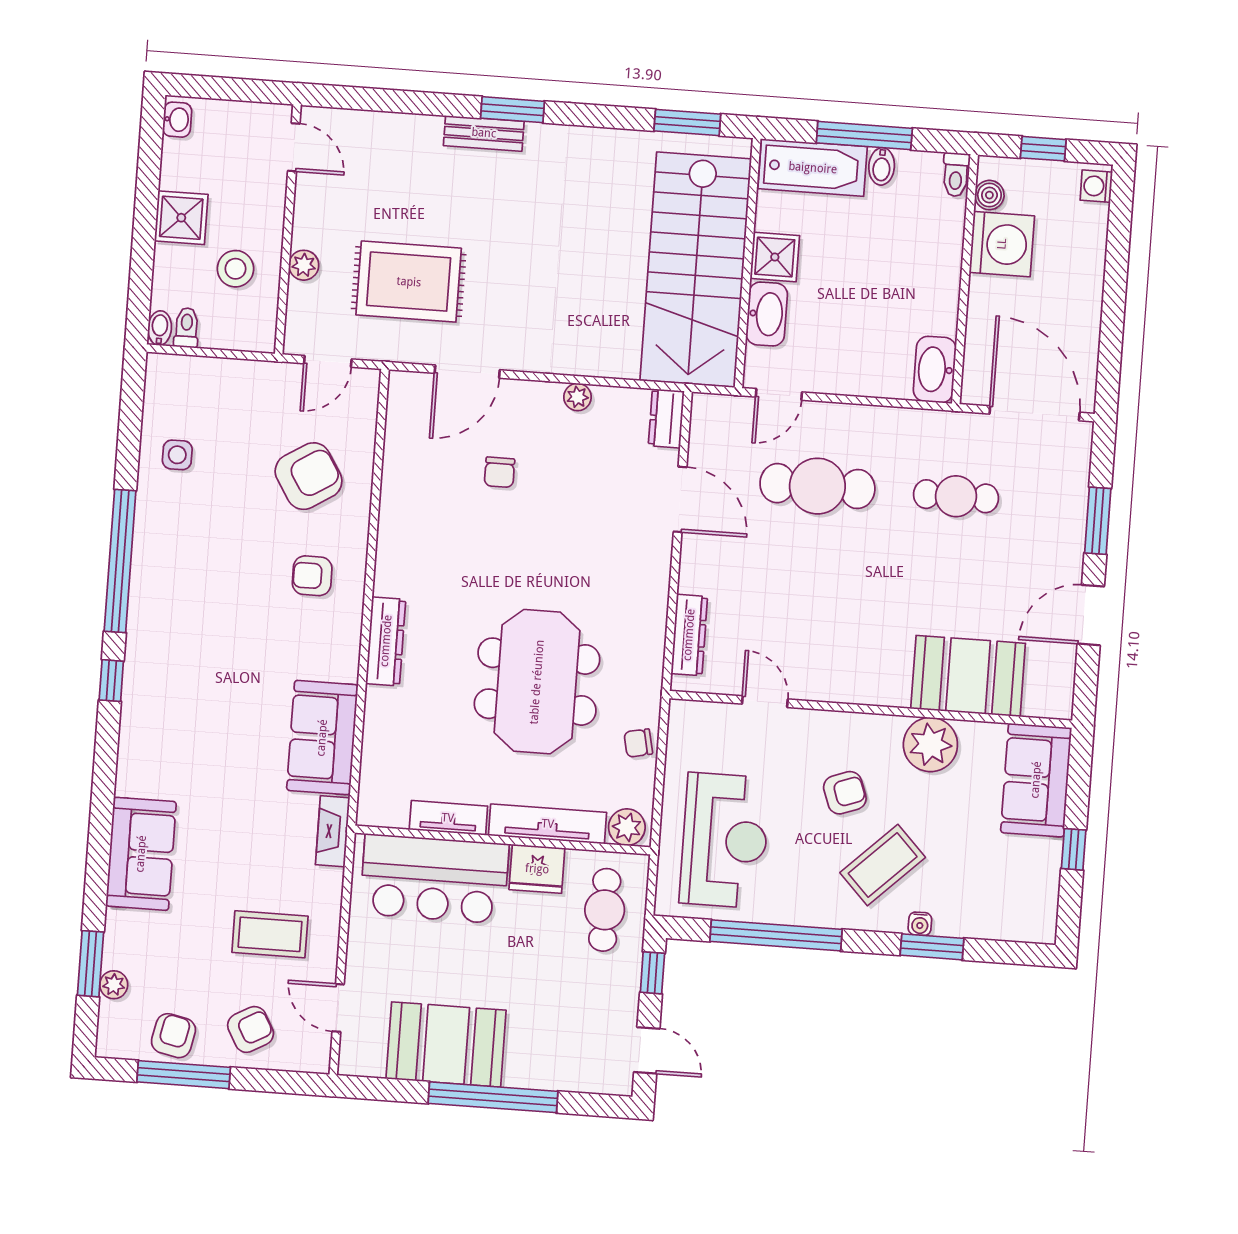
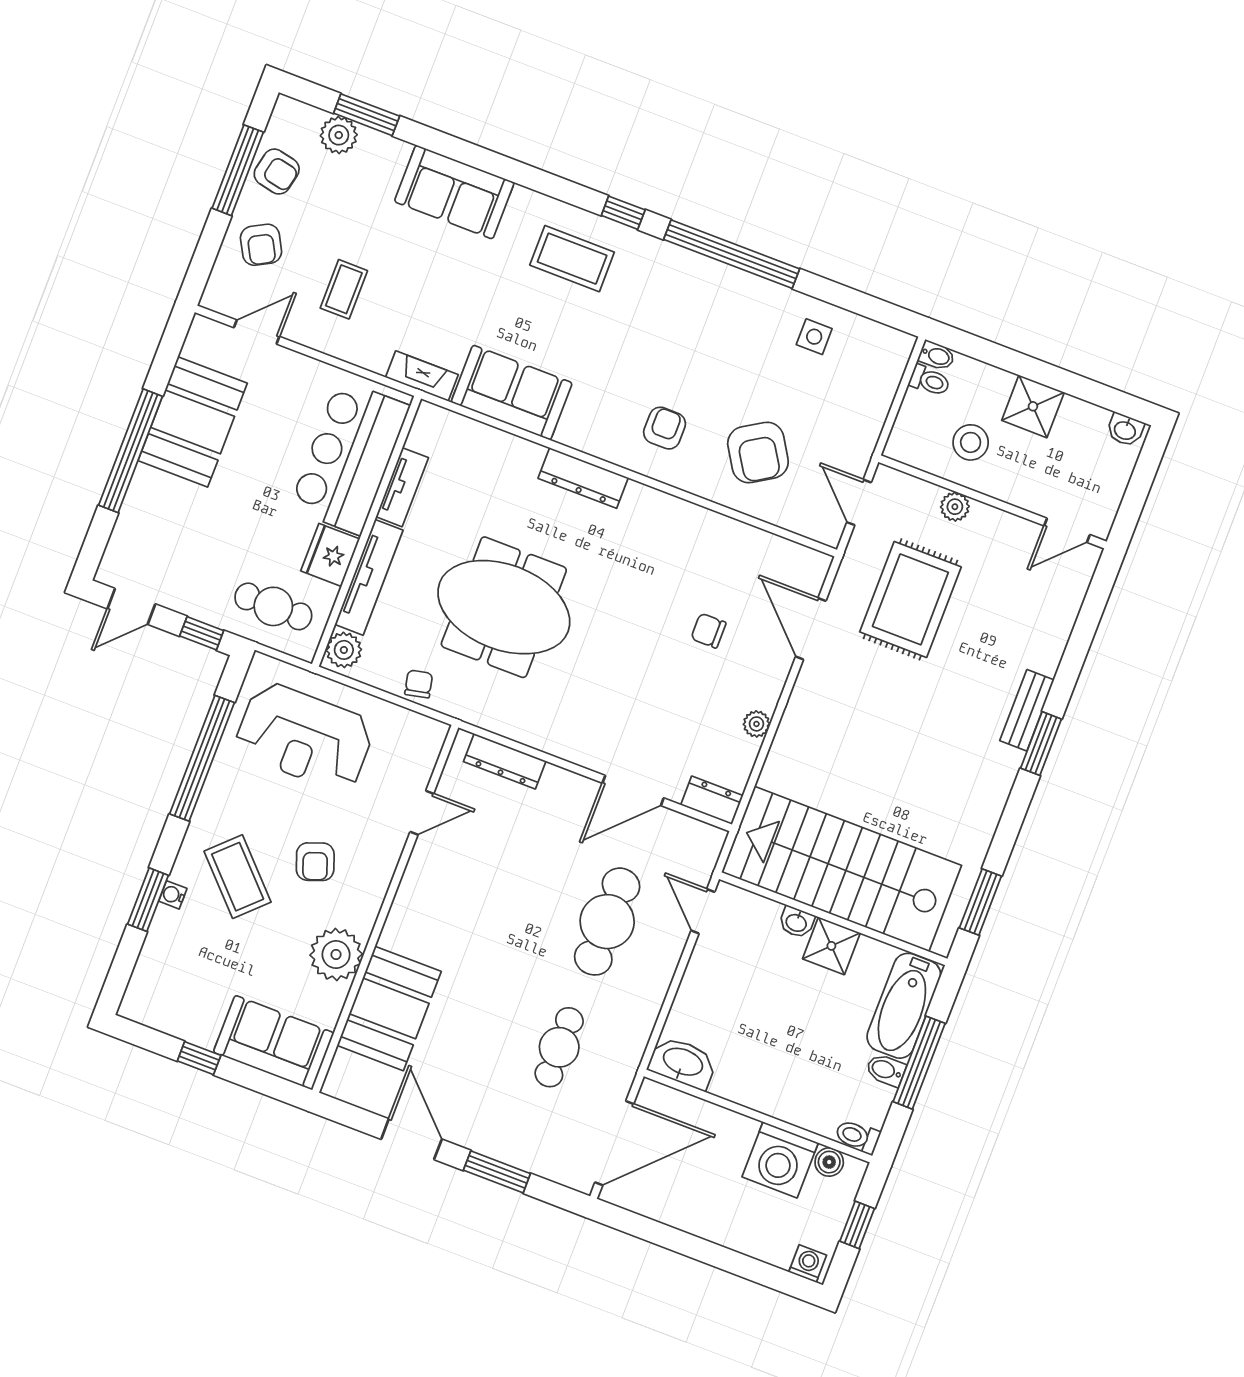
washbasin: (767, 314) -> (796, 922), width x0.52, depth x0.69
coffee table: (172, 718) -> (572, 259), added
coffee table: (270, 934) -> (344, 289), width x0.73, depth x0.77
plant: (114, 985) -> (339, 135), width x1.38, depth x1.38

